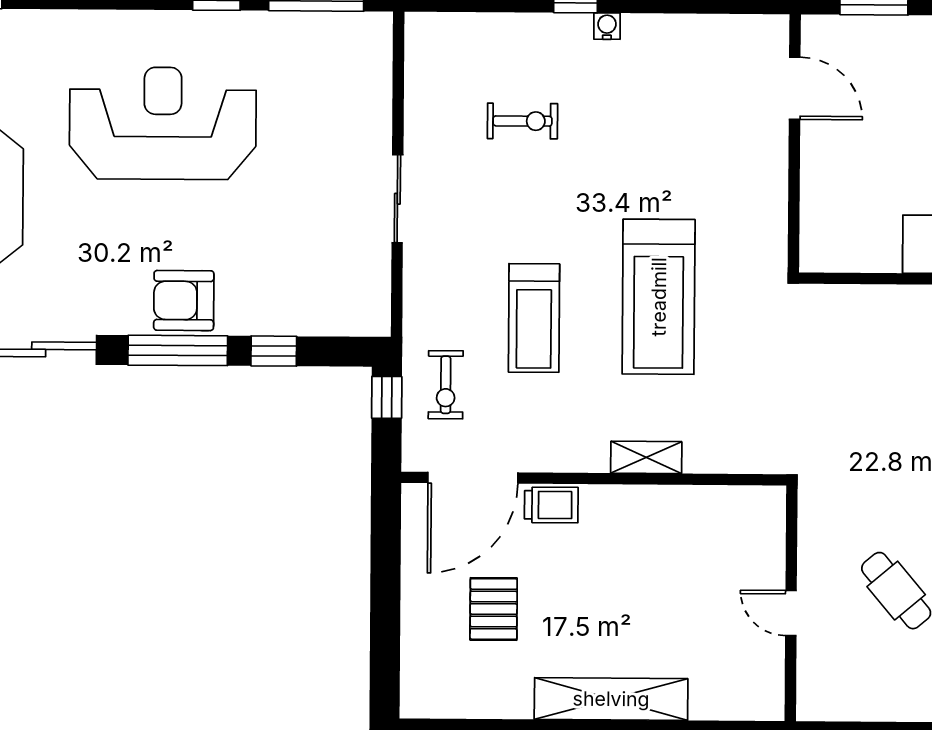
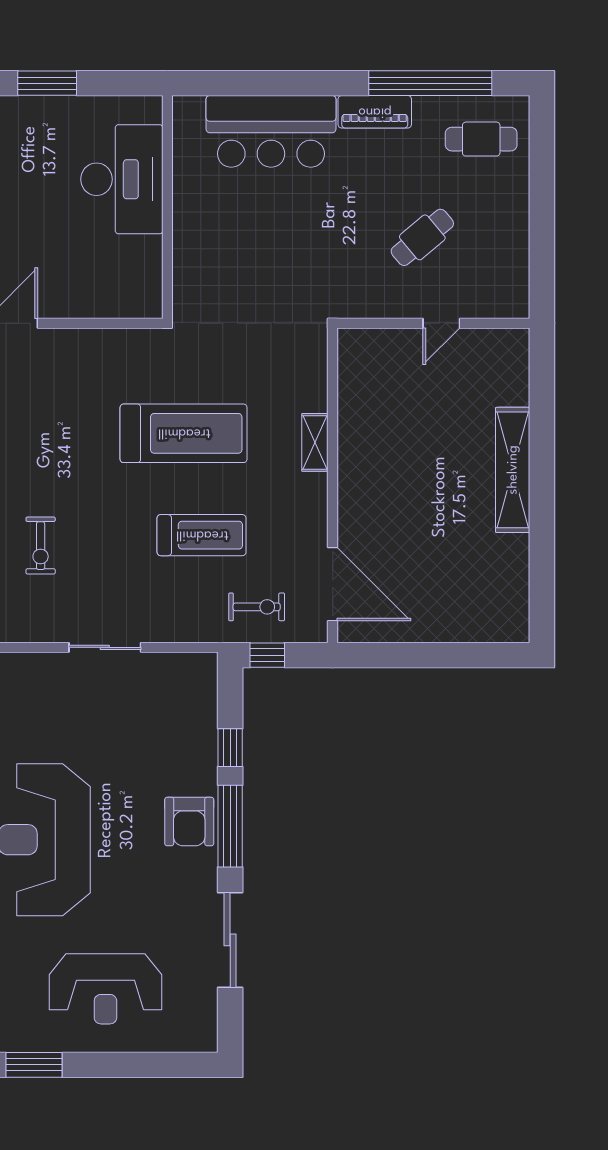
exercise bike: (522, 121) -> (41, 546), turned 180
trolley: (551, 505) -> (354, 520), removed
pallet: (494, 609) -> (440, 566), removed

